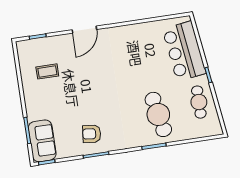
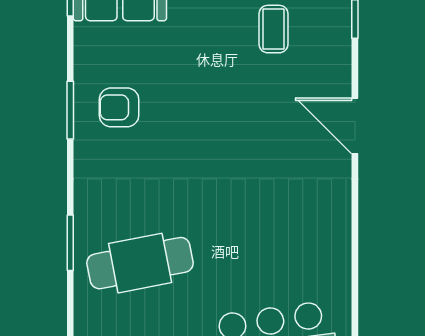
armchair: (92, 134) -> (119, 107), turned -96

